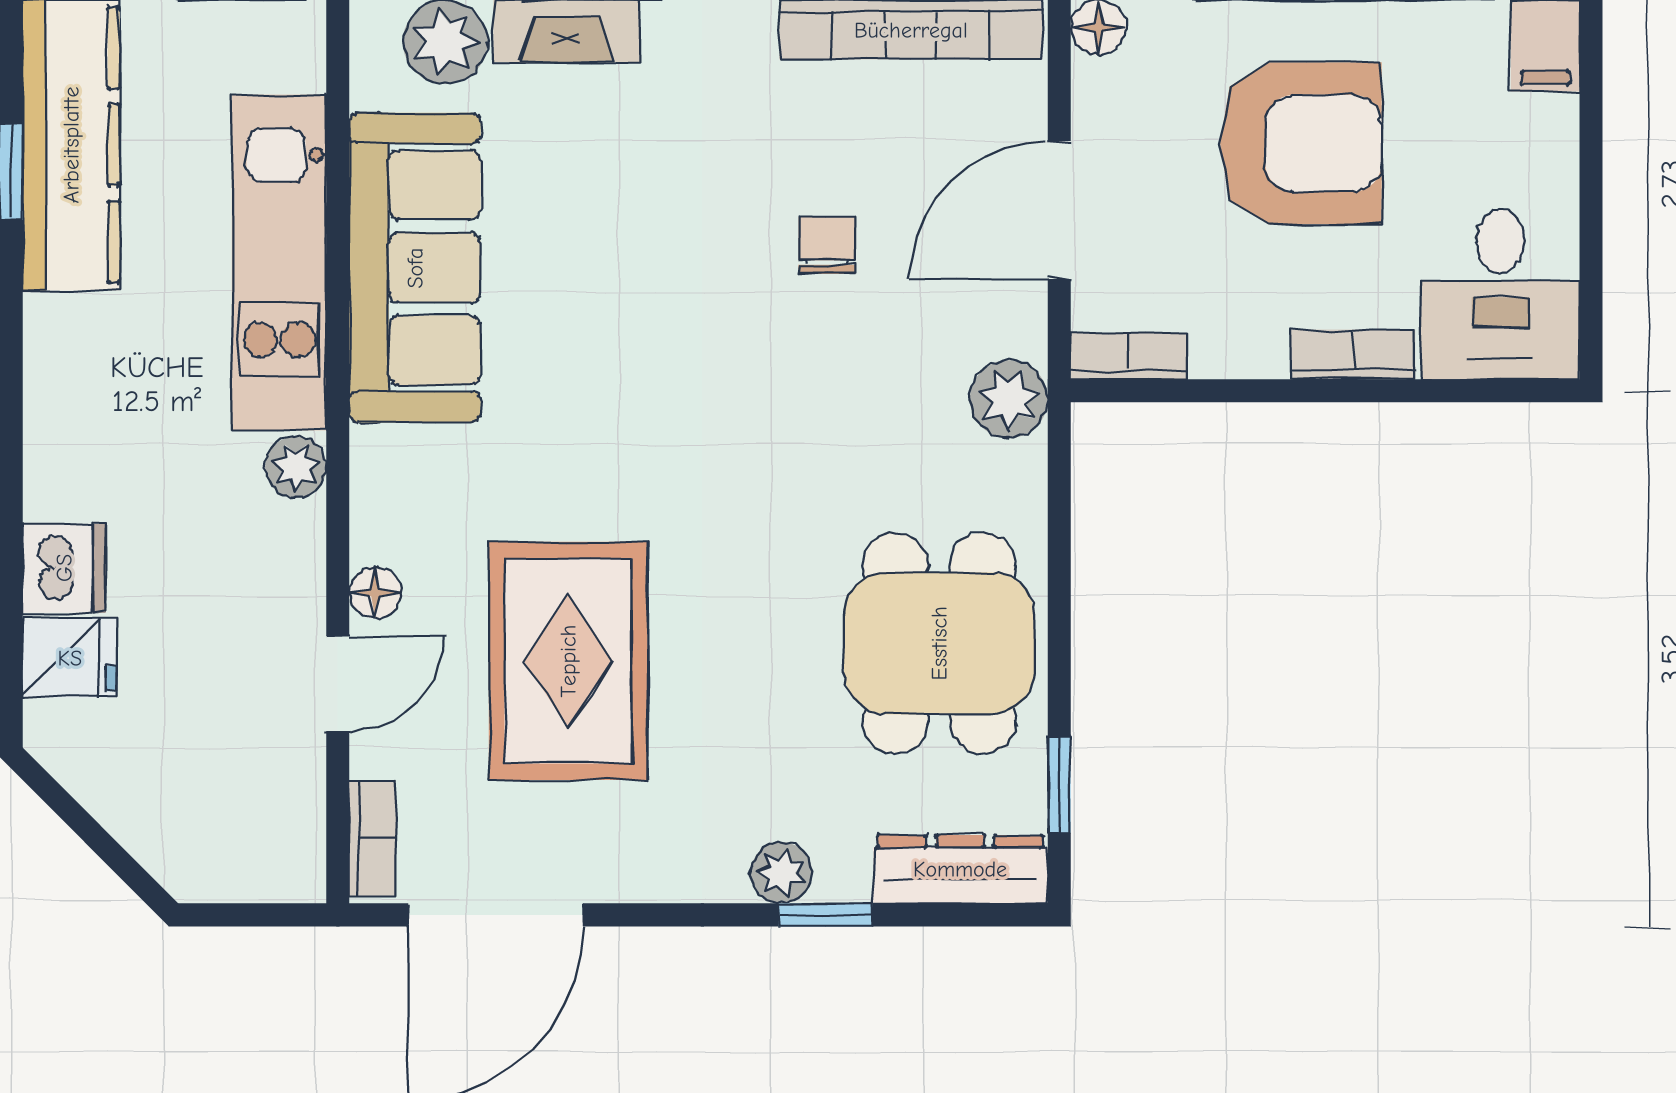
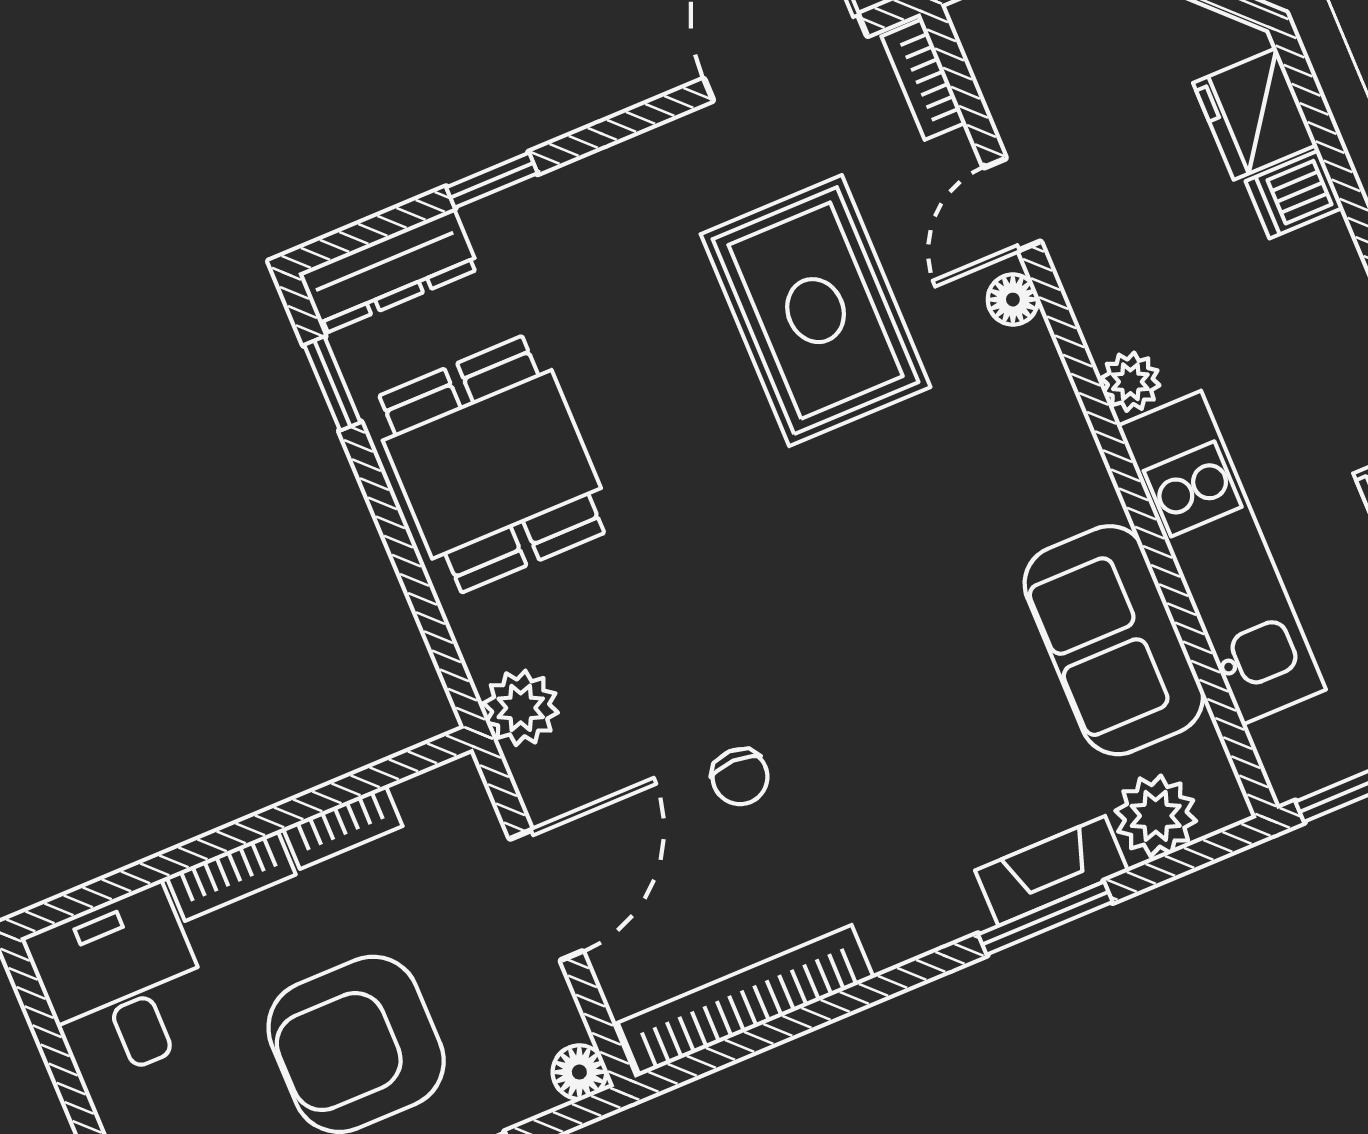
sofa: (415, 268) -> (1114, 640), width x0.73
bookcase: (1128, 356) -> (343, 827), moved
dishwasher: (64, 568) -> (1294, 194), width x0.73
fridge: (70, 658) -> (1255, 114), width x1.38
plant: (781, 873) -> (547, 201), removed

